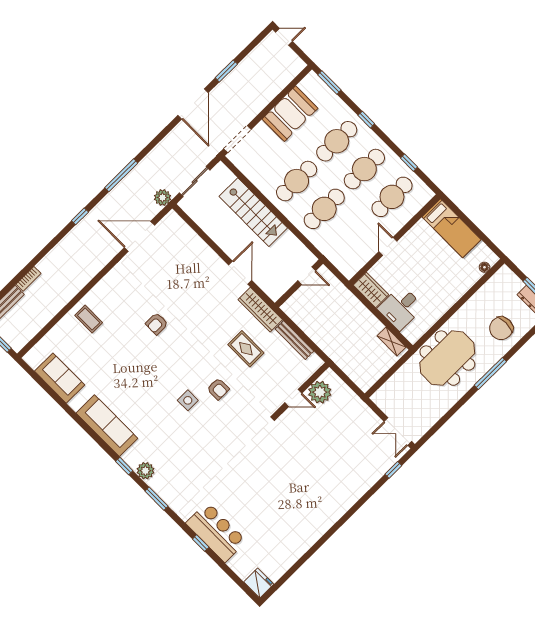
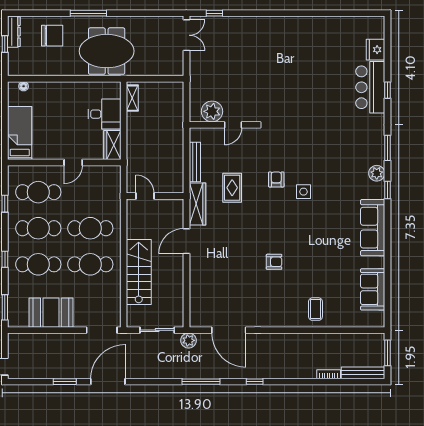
door: (293, 398) -> (233, 125), swing flipped
fridge: (259, 583) -> (376, 50), moved

